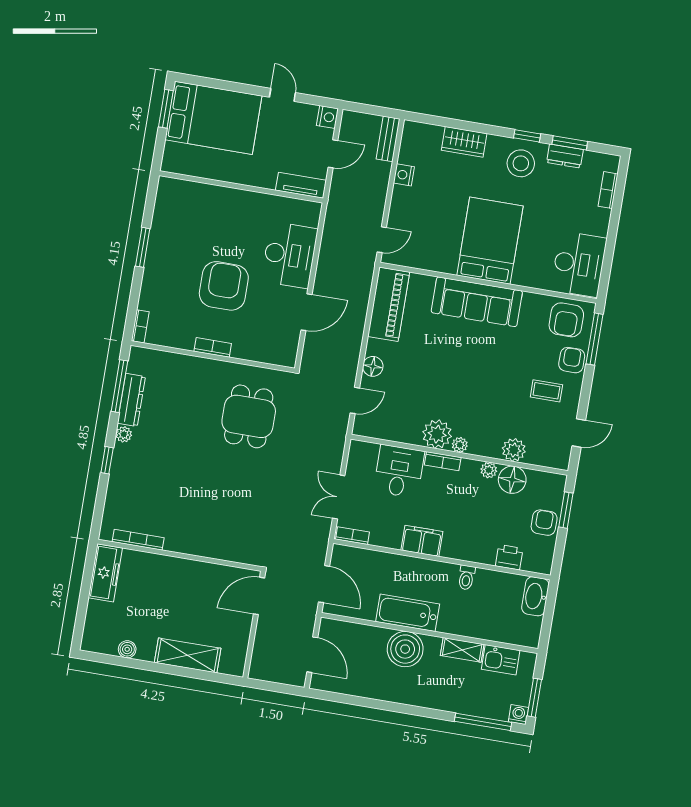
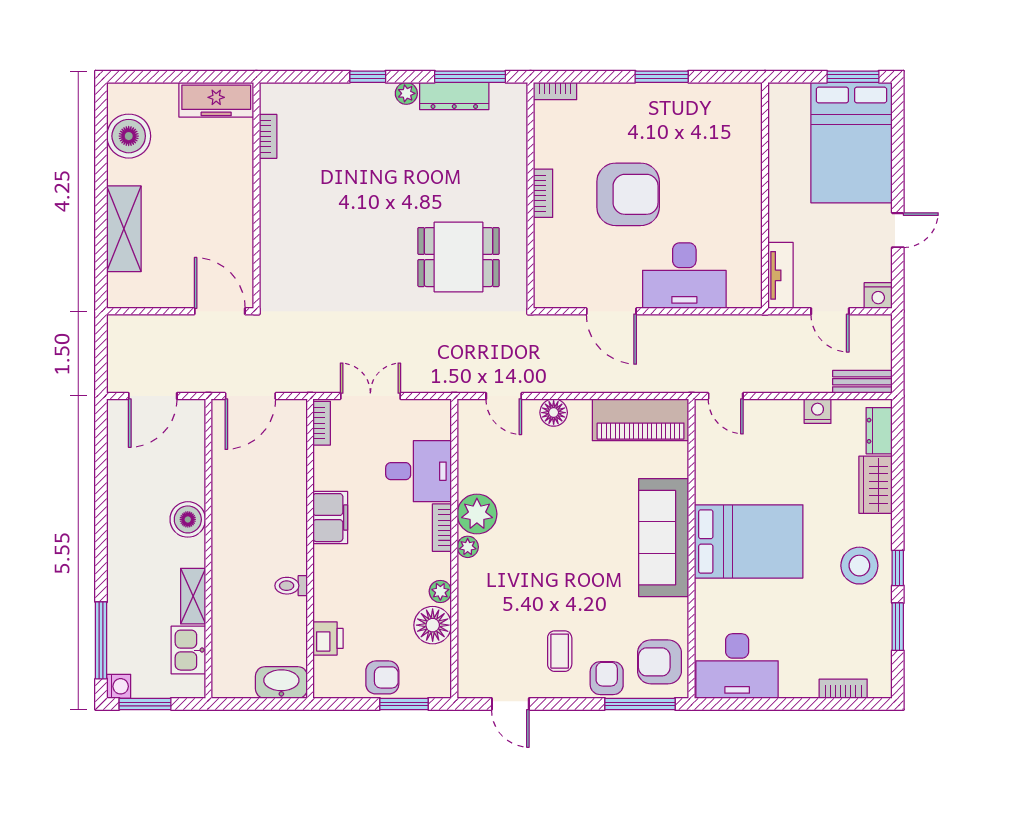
dresser: (565, 156) -> (879, 431), moved
armchair: (572, 360) -> (607, 678), turned -90
plant: (514, 450) -> (473, 621), removed
bookcase: (138, 540) -> (268, 136), width x0.64
bathtub: (408, 613) -> (230, 515), removed
boiler: (127, 649) -> (129, 136), width x1.86, depth x1.86
boiler: (405, 649) -> (188, 519), width x0.73, depth x0.73

